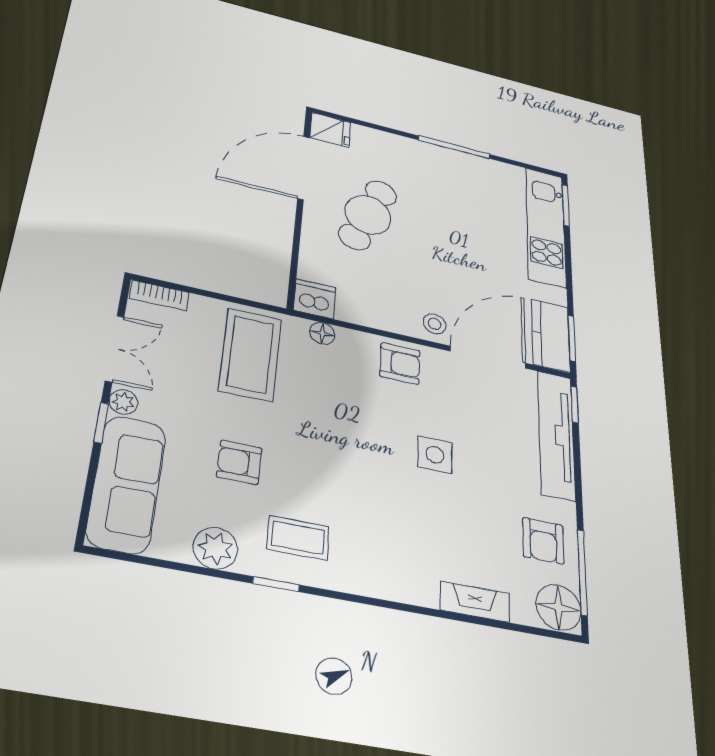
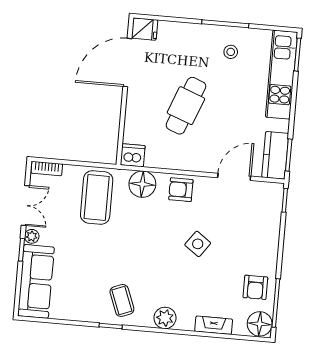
cafe table: (368, 215) -> (186, 106), moved
stool: (435, 324) -> (231, 52), moved
floor lamp: (322, 333) -> (142, 184), width x1.89, depth x1.89
door: (488, 357) -> (234, 177), width x0.73
armchair: (400, 363) -> (181, 190), turned 180
tv unit: (556, 435) -> (271, 222), removed
side table: (435, 455) -> (198, 244), turned 36
armchair: (239, 462) -> (92, 262), removed
coffee table: (298, 538) -> (122, 300), turned 69
plant: (215, 548) -> (165, 318), moved

